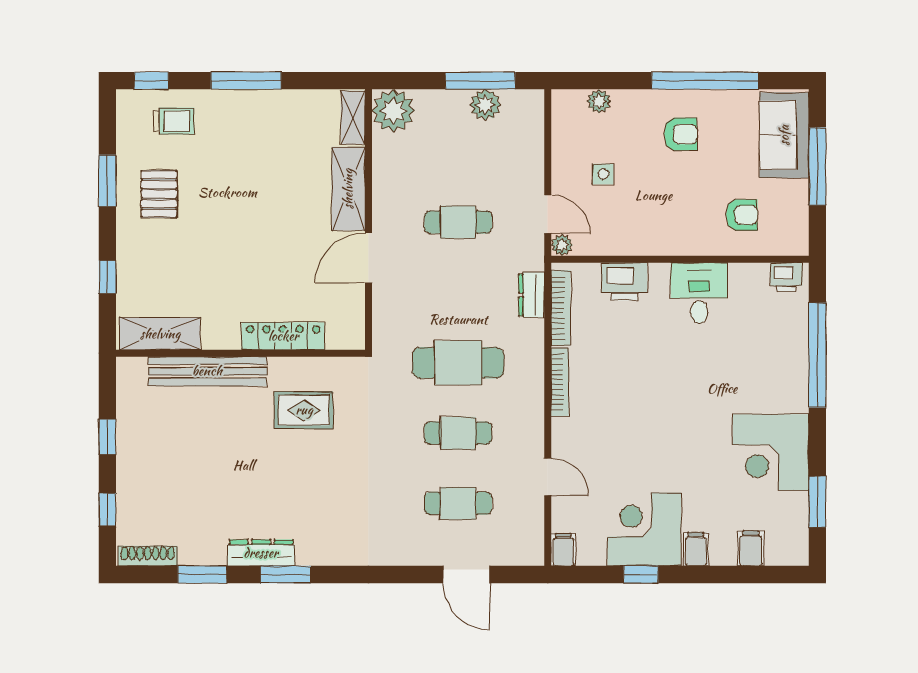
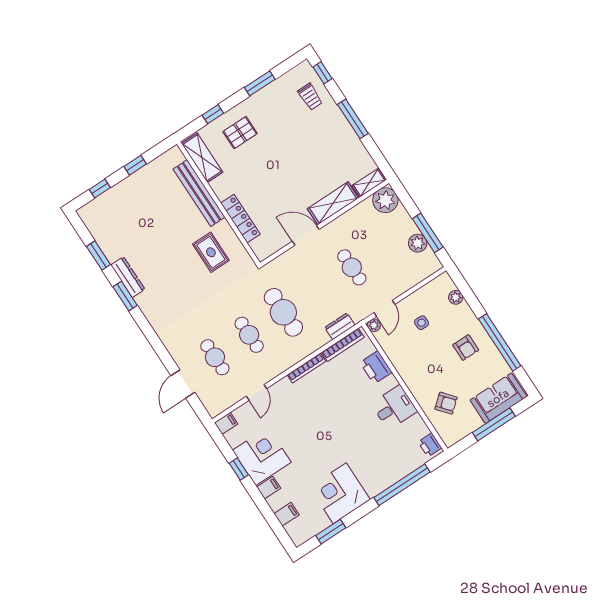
pallet: (159, 194) -> (240, 133), moved
armchair: (742, 215) -> (446, 403), turned -40
shoe rack: (148, 556) -> (90, 223), removed

